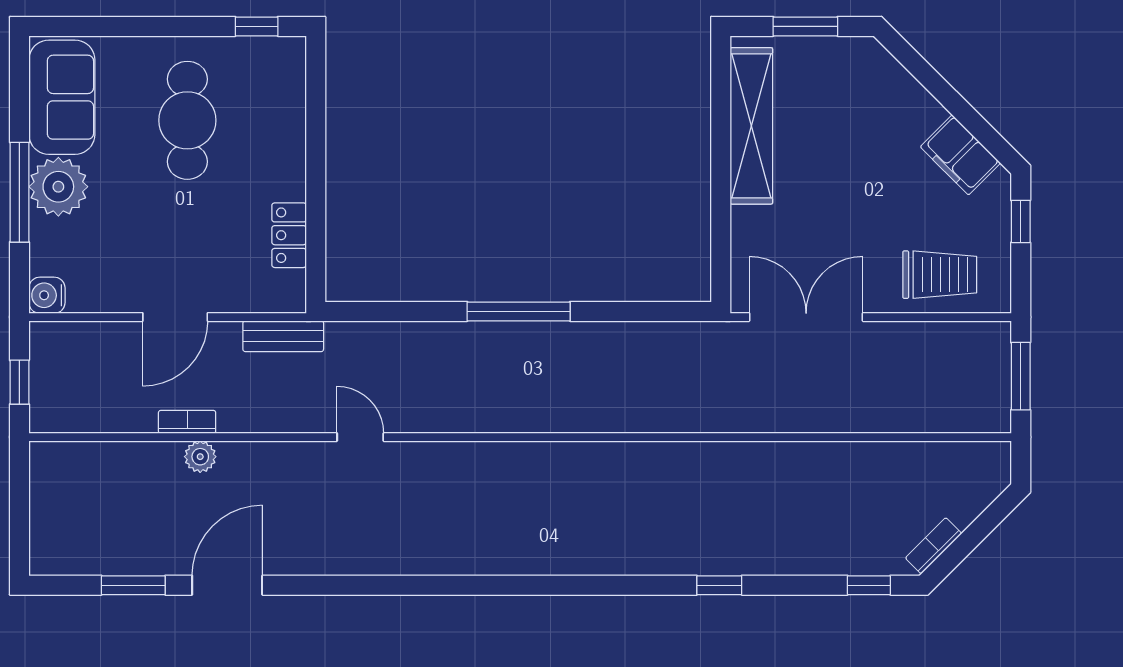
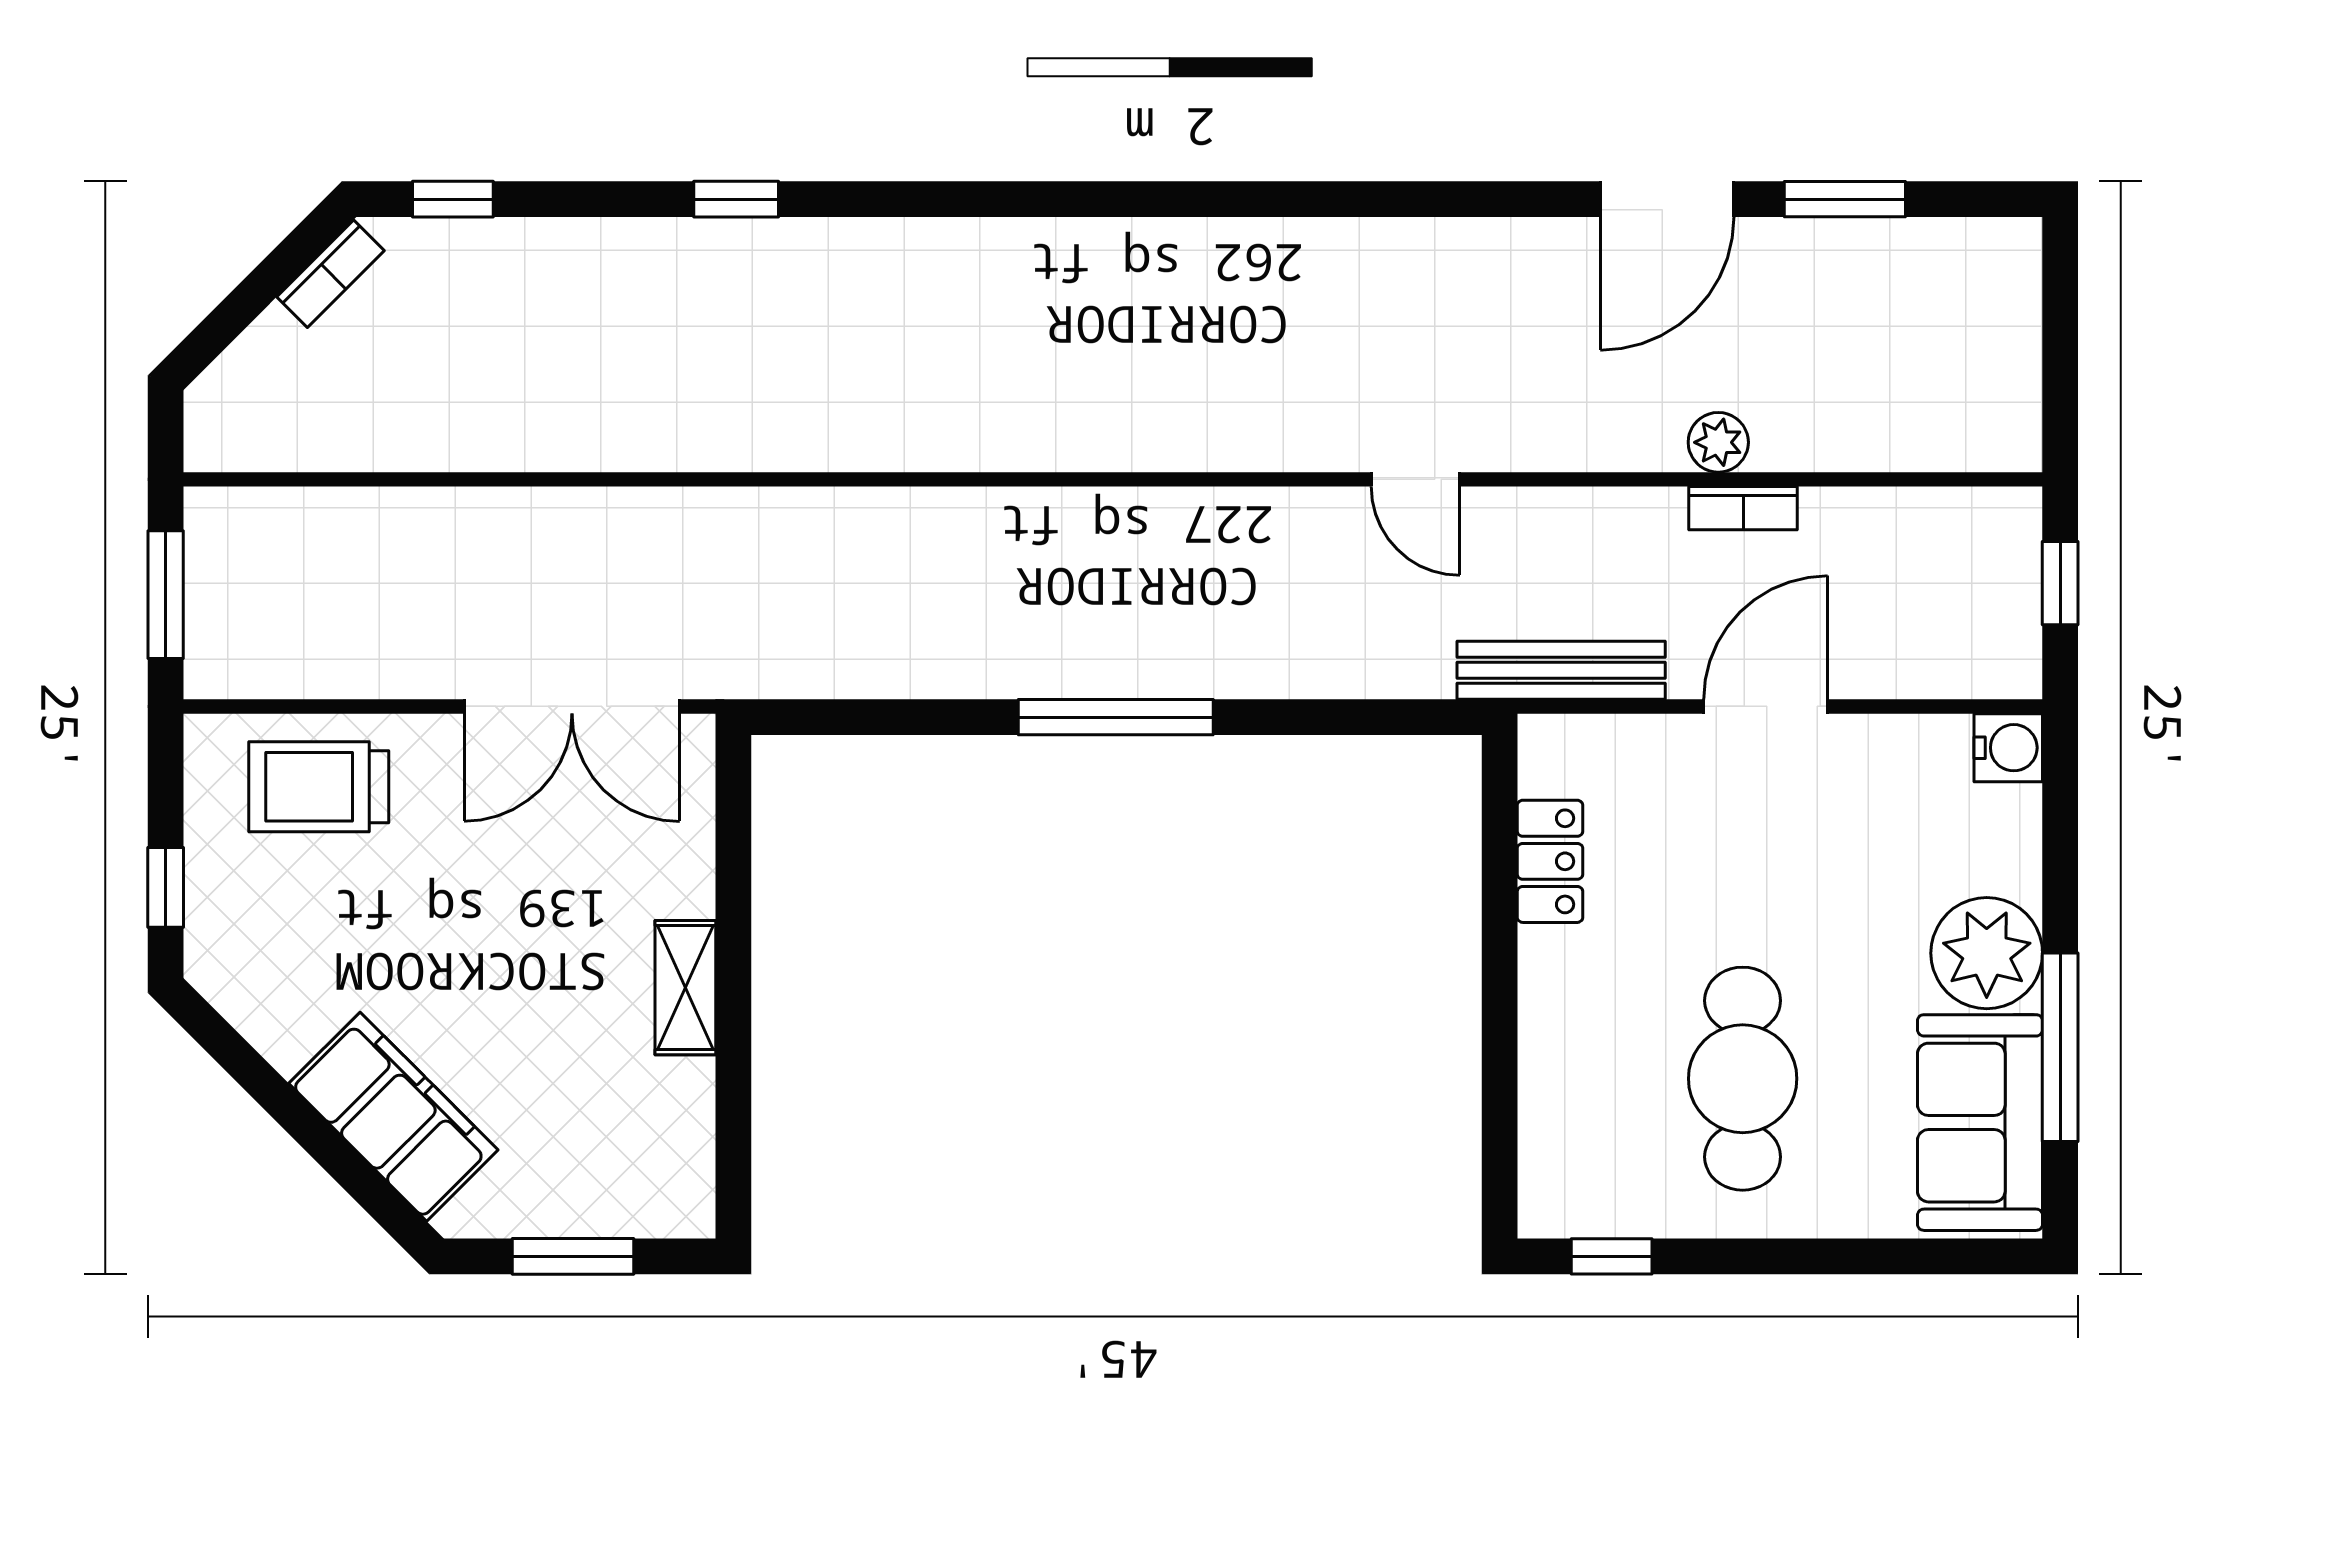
shelving: (751, 126) -> (685, 988), width x0.45, depth x0.75
filing cabinet: (960, 155) -> (393, 1117), moved, width x1.50, depth x1.17
window: (19, 192) -> (2060, 1047), moved
bench: (283, 336) -> (1561, 670), width x1.36

